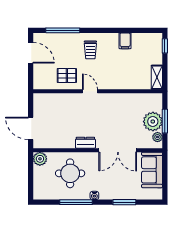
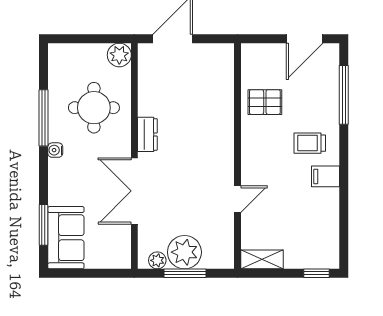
filing cabinet: (125, 41) -> (326, 176), moved
pallet: (67, 76) -> (265, 102), turned 90
door: (90, 91) -> (237, 199), moved
sofa: (152, 170) -> (66, 238), moved, turned 90
window: (124, 202) -> (43, 225), moved

